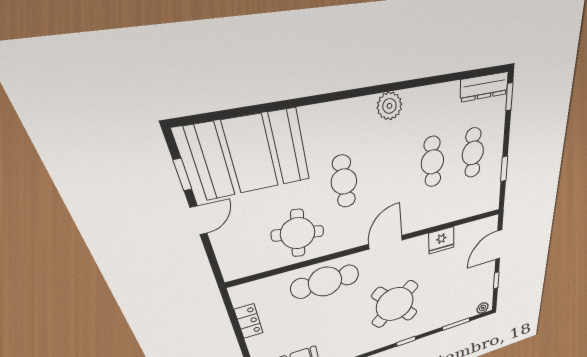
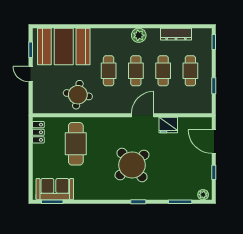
dresser: (484, 87) -> (176, 34), moved
cafe table: (390, 171) -> (136, 71), added
door: (199, 220) -> (31, 74), swing flipped
door: (386, 242) -> (143, 115), moved
door: (499, 245) -> (214, 142), hinge flipped
cafe table: (325, 282) -> (76, 144), moved, turned 90
locker: (249, 321) -> (38, 132), moved

